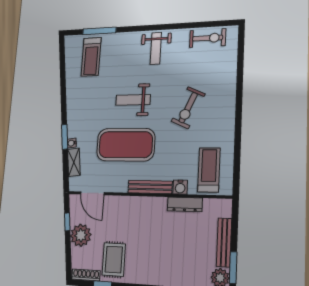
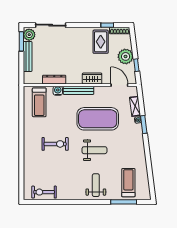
weight bench: (156, 48) -> (96, 185), moved
exercise bike: (188, 108) -> (55, 144), turned 66
wardrobe: (129, 204) -> (92, 78), added

